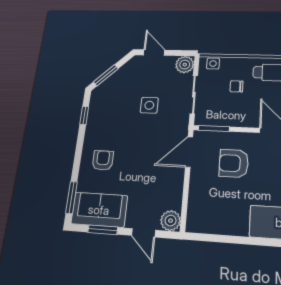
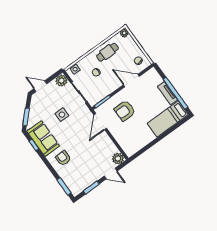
sofa: (99, 210) -> (43, 139), moved, turned 90

